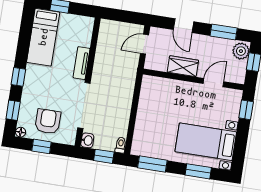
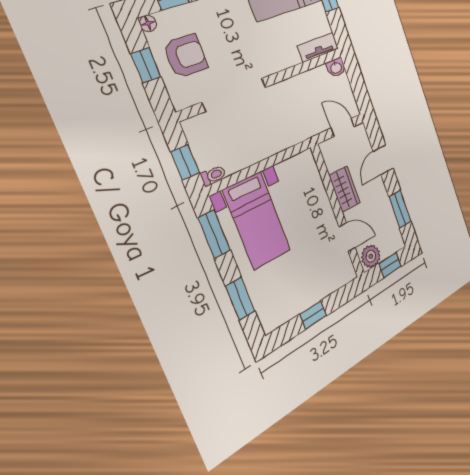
plant: (241, 51) -> (371, 256), moved
tv unit: (82, 63) -> (318, 47), moved
window: (246, 110) -> (313, 315), moved
washbasin: (87, 140) -> (336, 68), moved
bed with nightstands: (206, 142) -> (257, 221), moved, turned 180

